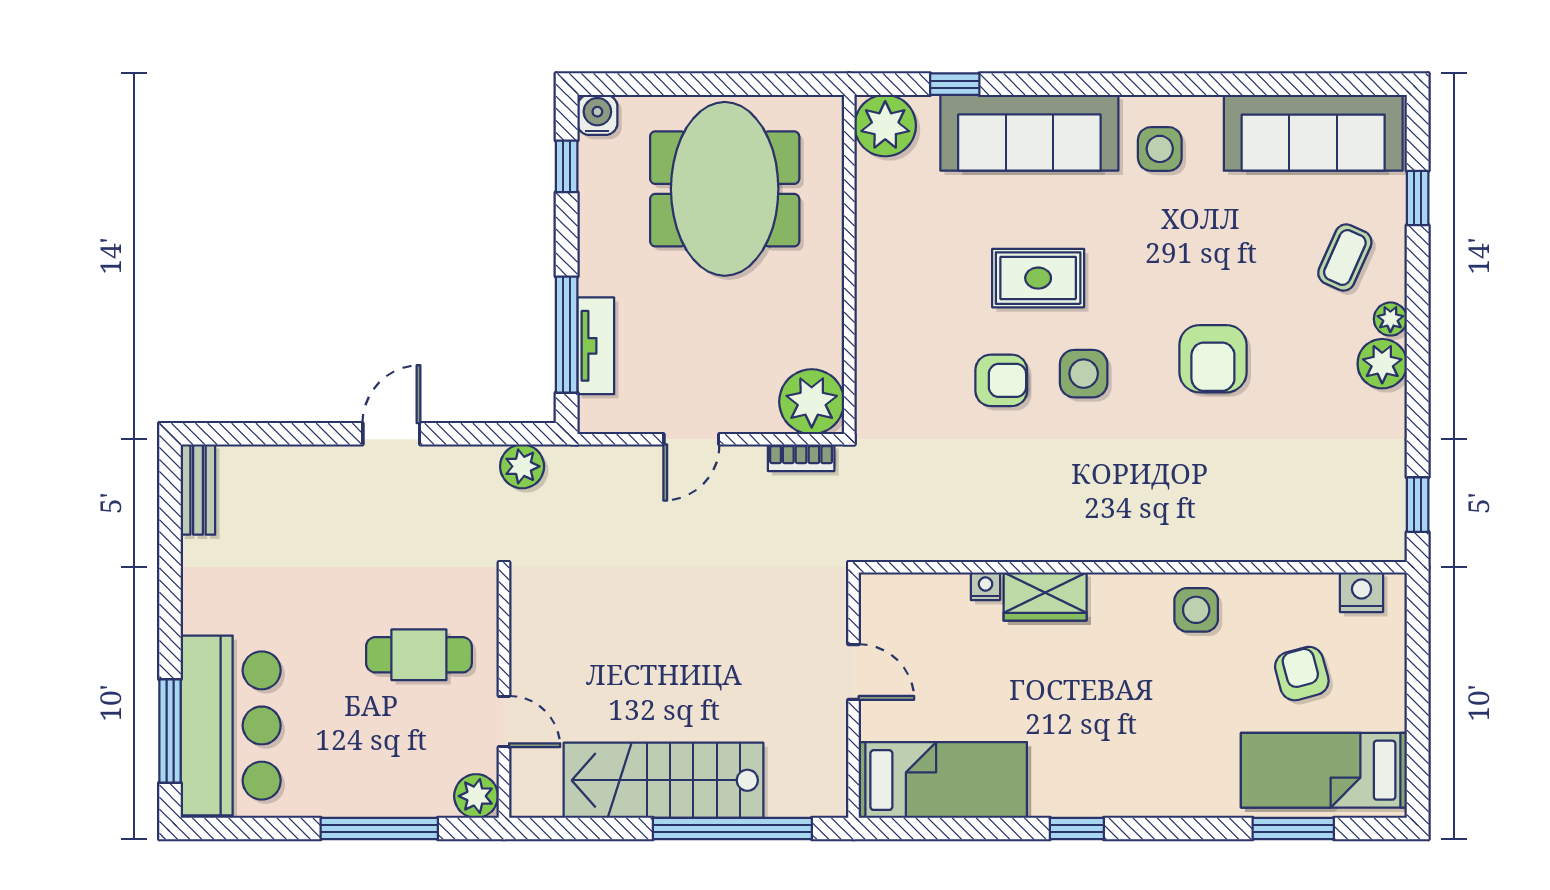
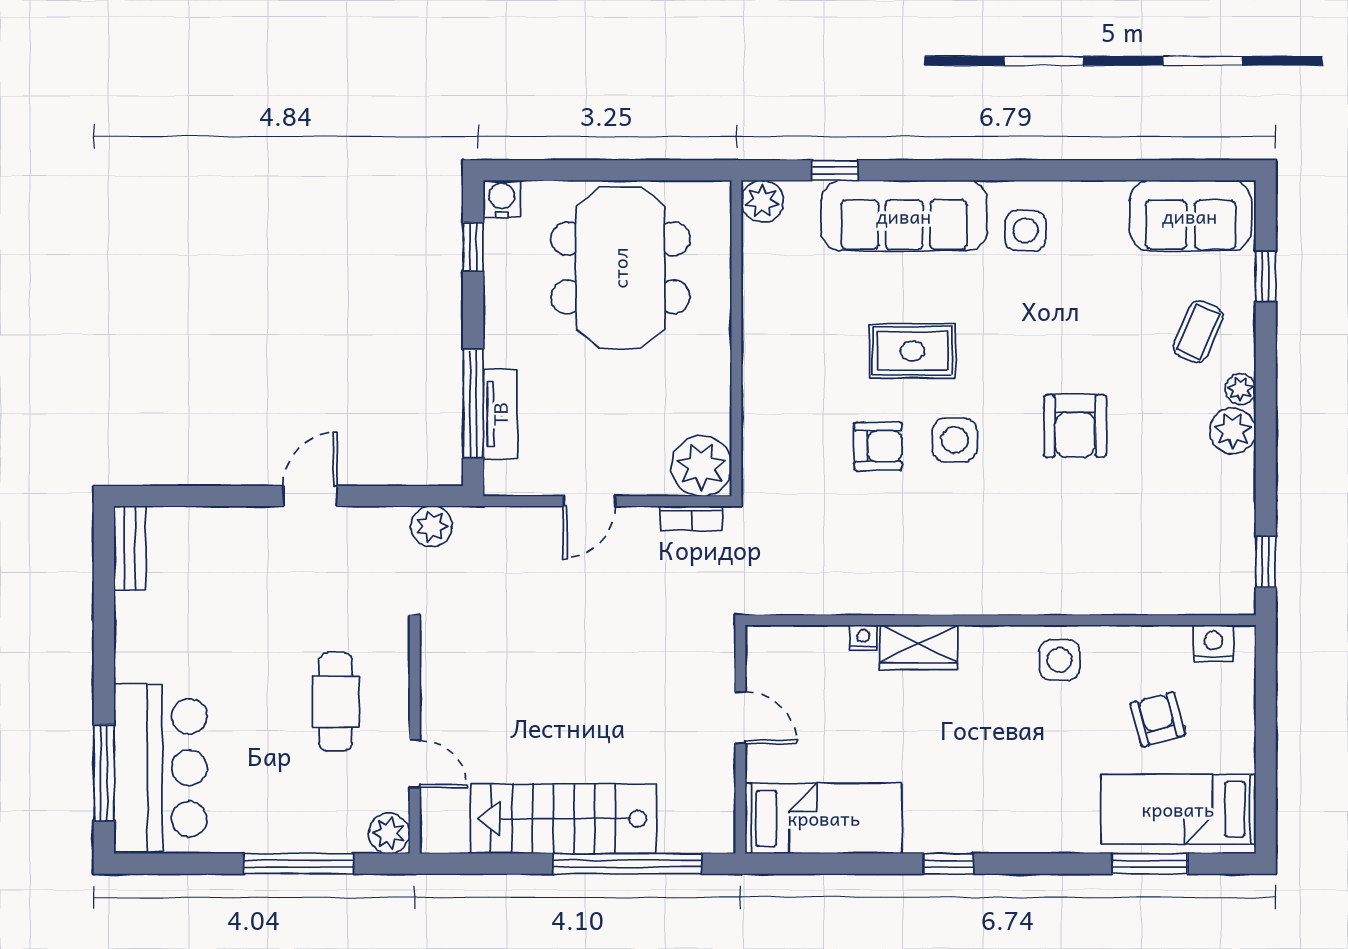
plant: (885, 126) -> (762, 201), width x0.73, depth x0.73
sofa: (1313, 133) -> (1190, 216), width x0.73
cafe table: (419, 655) -> (336, 702), turned 90

